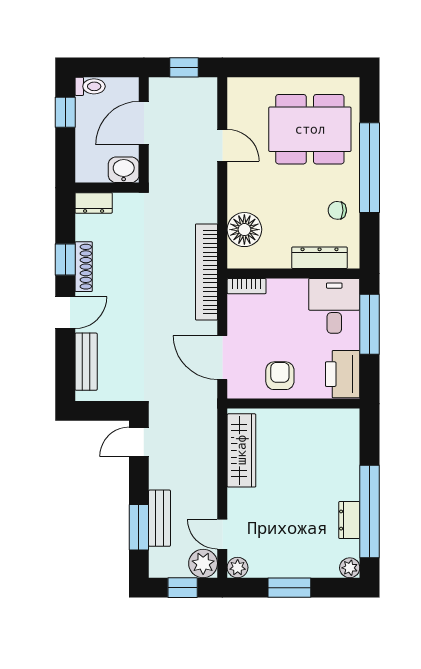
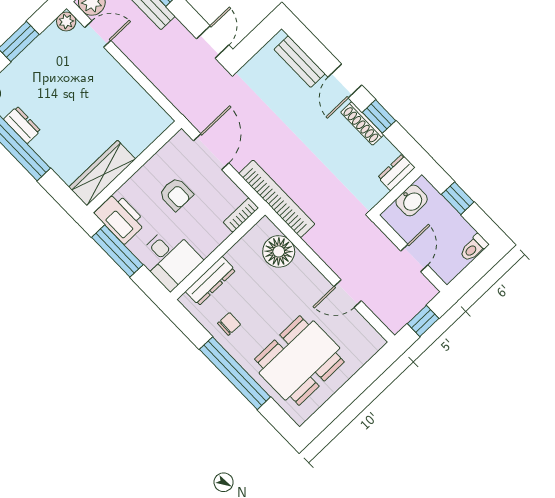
window: (65, 112) -> (458, 198), moved
door: (144, 123) -> (414, 258), width x0.73
washbasin: (124, 170) -> (412, 200), moved
window: (370, 324) -> (117, 251), moved
door: (222, 358) -> (211, 152), hinge flipped
armchair: (280, 376) -> (176, 194), moved
wardrobe: (241, 450) -> (102, 173), moved, turned 90

